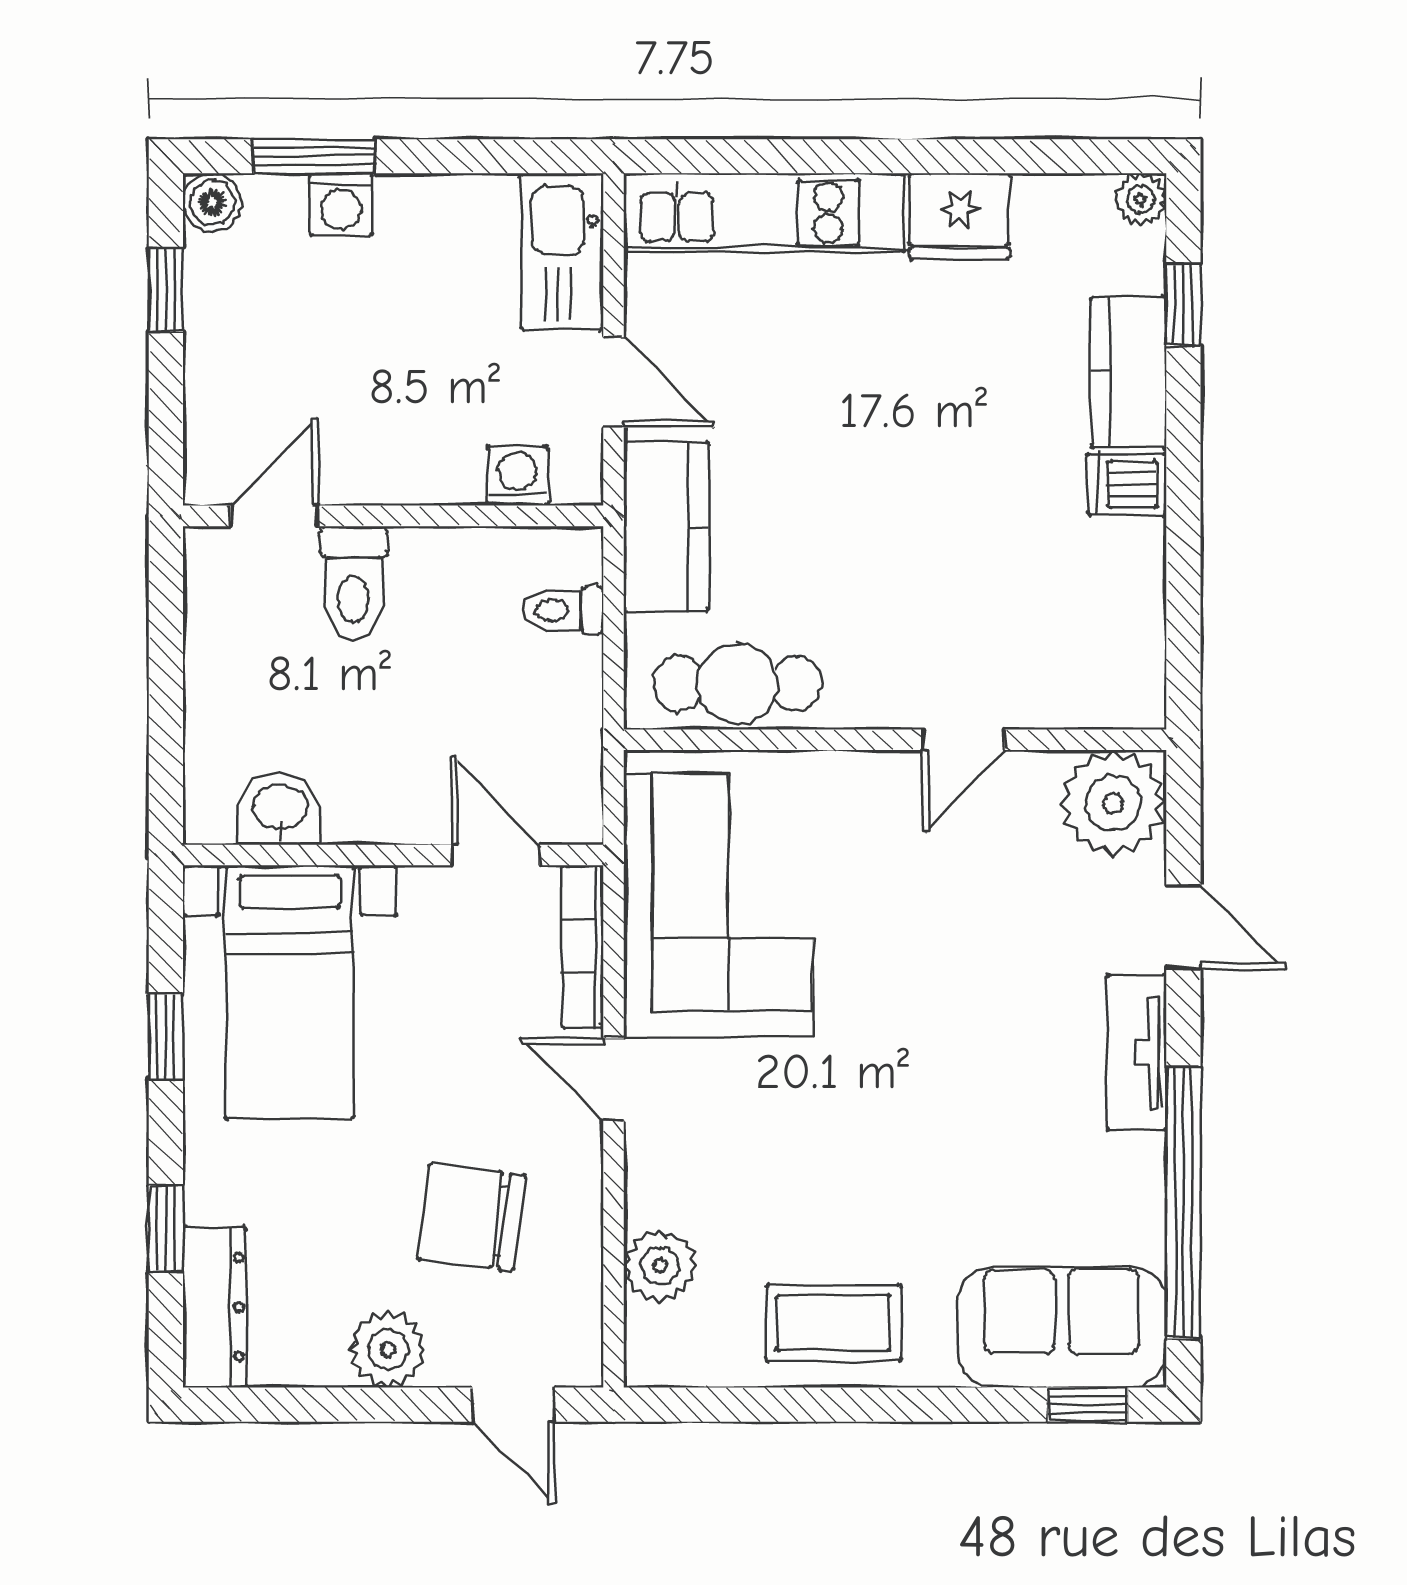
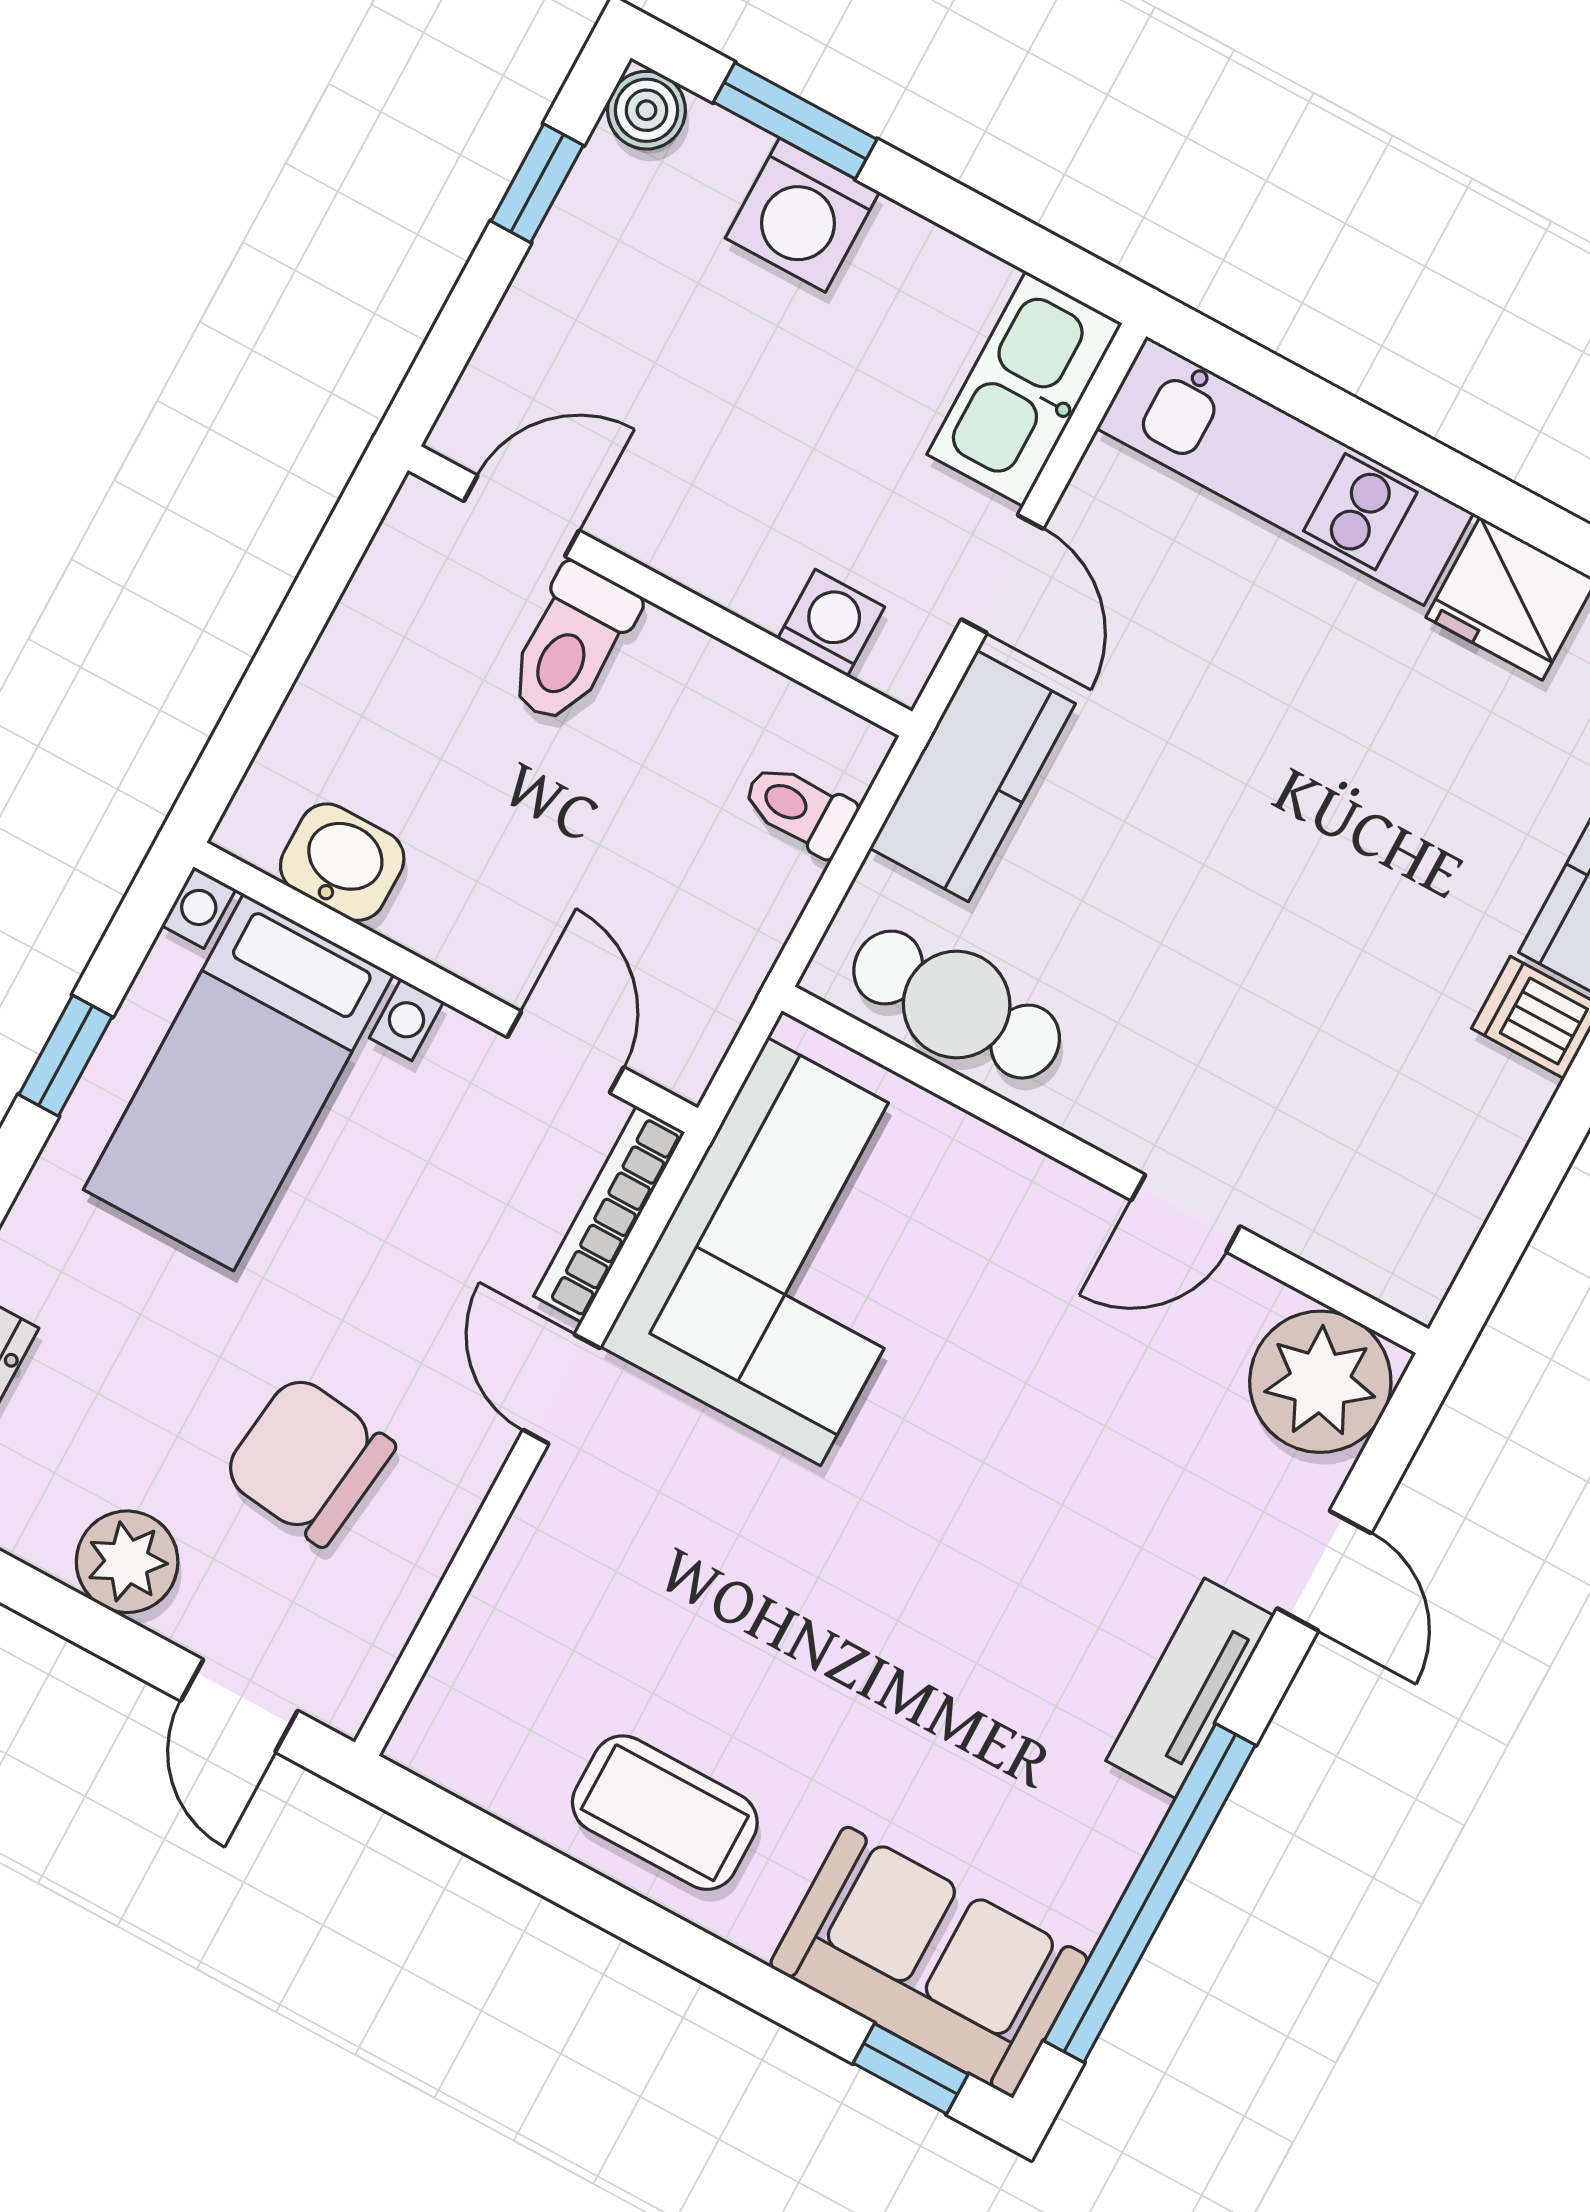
washing machine: (341, 204) -> (802, 215), width x1.38, depth x1.38
plant: (660, 1266) -> (498, 1636), removed

